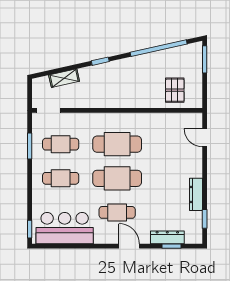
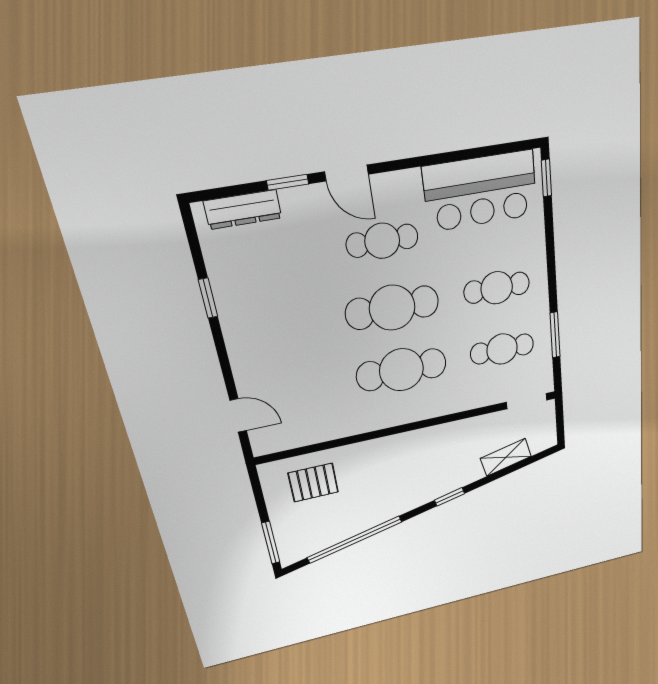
pallet: (175, 90) -> (313, 483), turned 90
dresser: (196, 194) -> (229, 306), removed
window: (205, 219) -> (208, 298), moved
dresser: (167, 237) -> (243, 210), moved
window: (172, 246) -> (288, 182), moved

